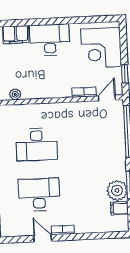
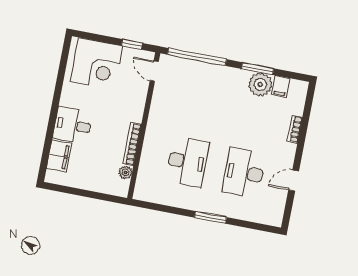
desk: (50, 40) -> (73, 125), width x0.73
bookcase: (84, 92) -> (132, 144), moved, width x1.56
bookcase: (63, 230) -> (295, 129), moved

